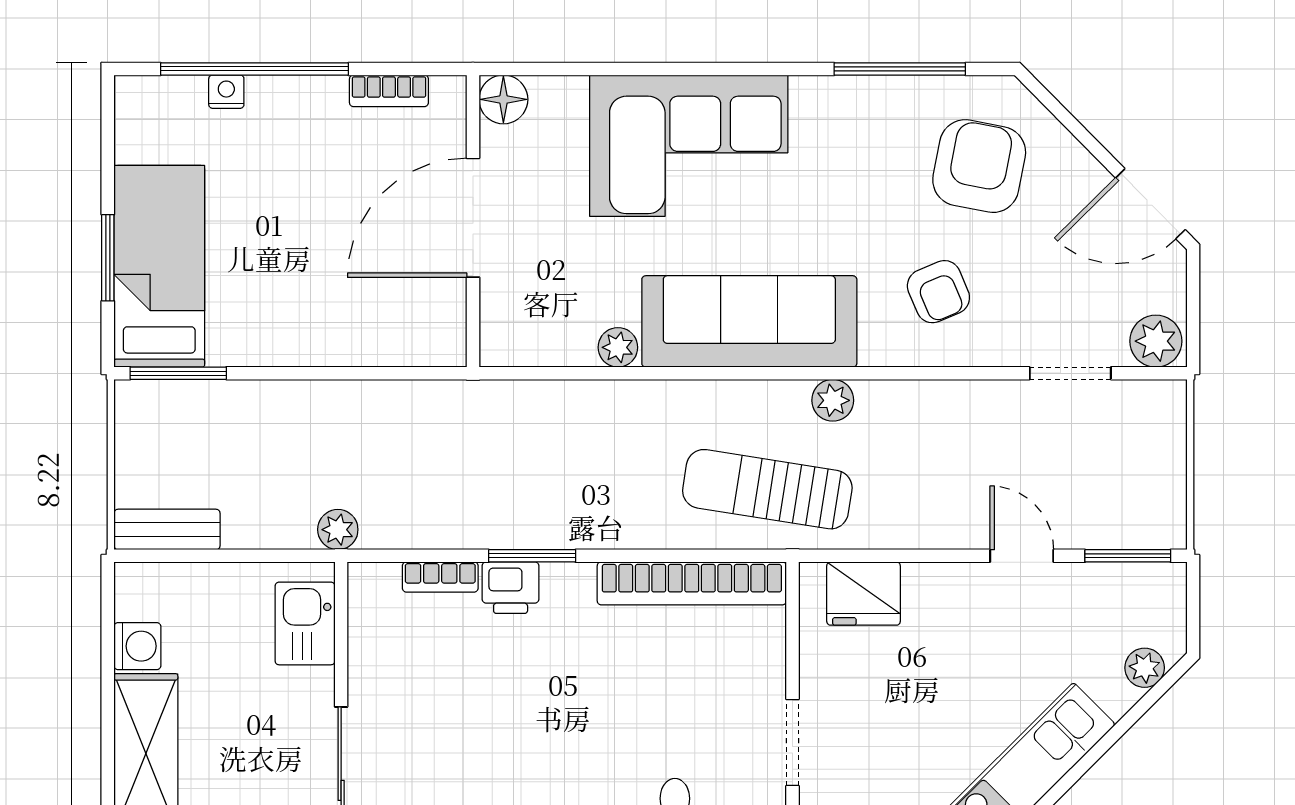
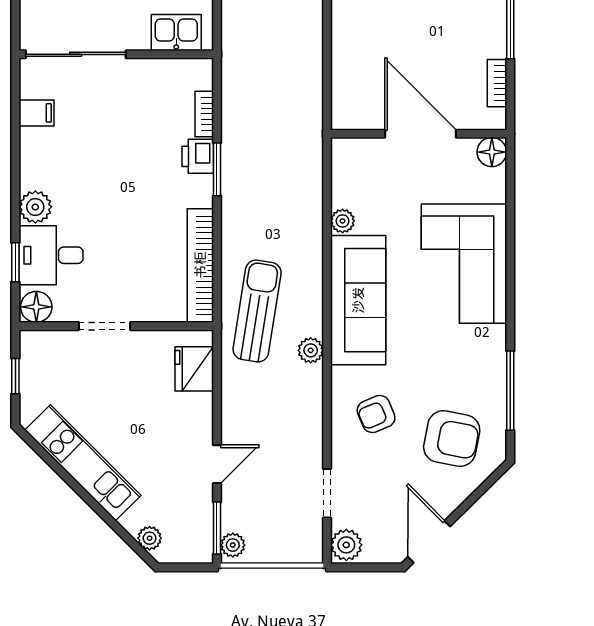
plant: (338, 530) -> (233, 545), moved

